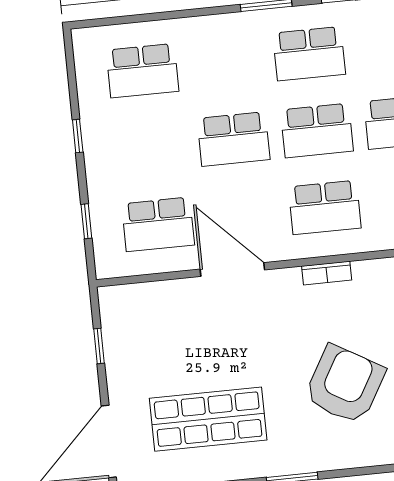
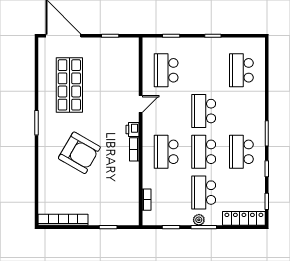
door: (232, 269) -> (141, 104), width x0.53
printer: (286, 281) -> (132, 130), added

